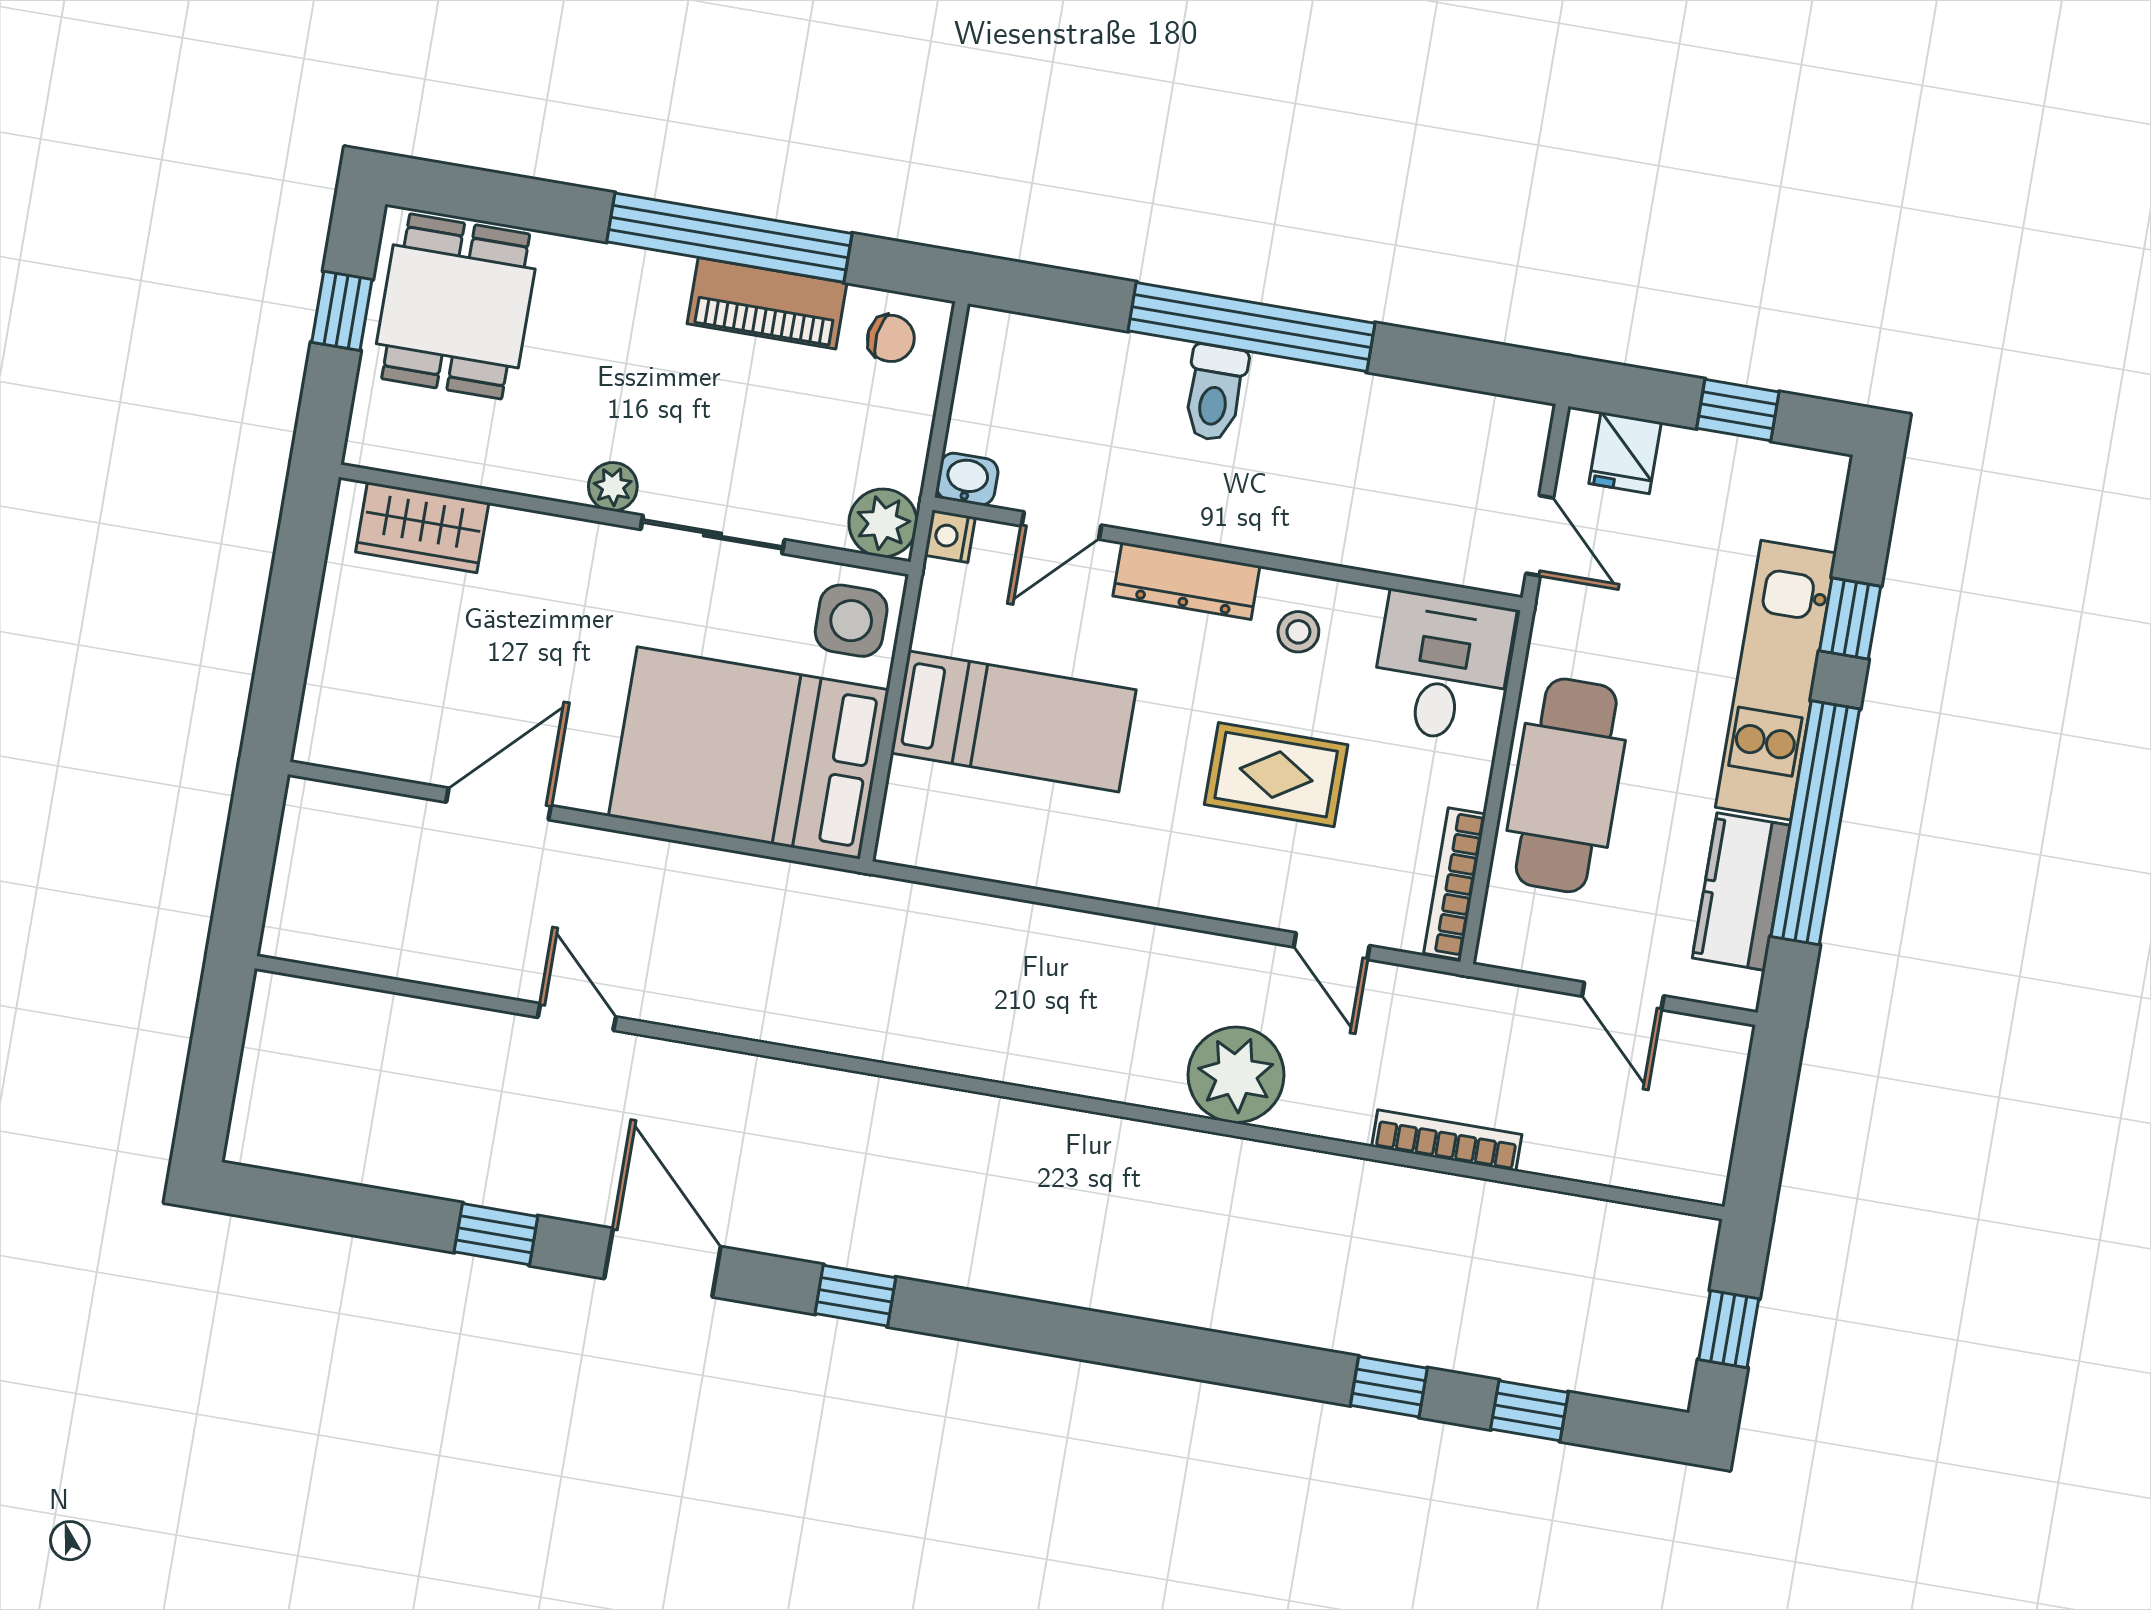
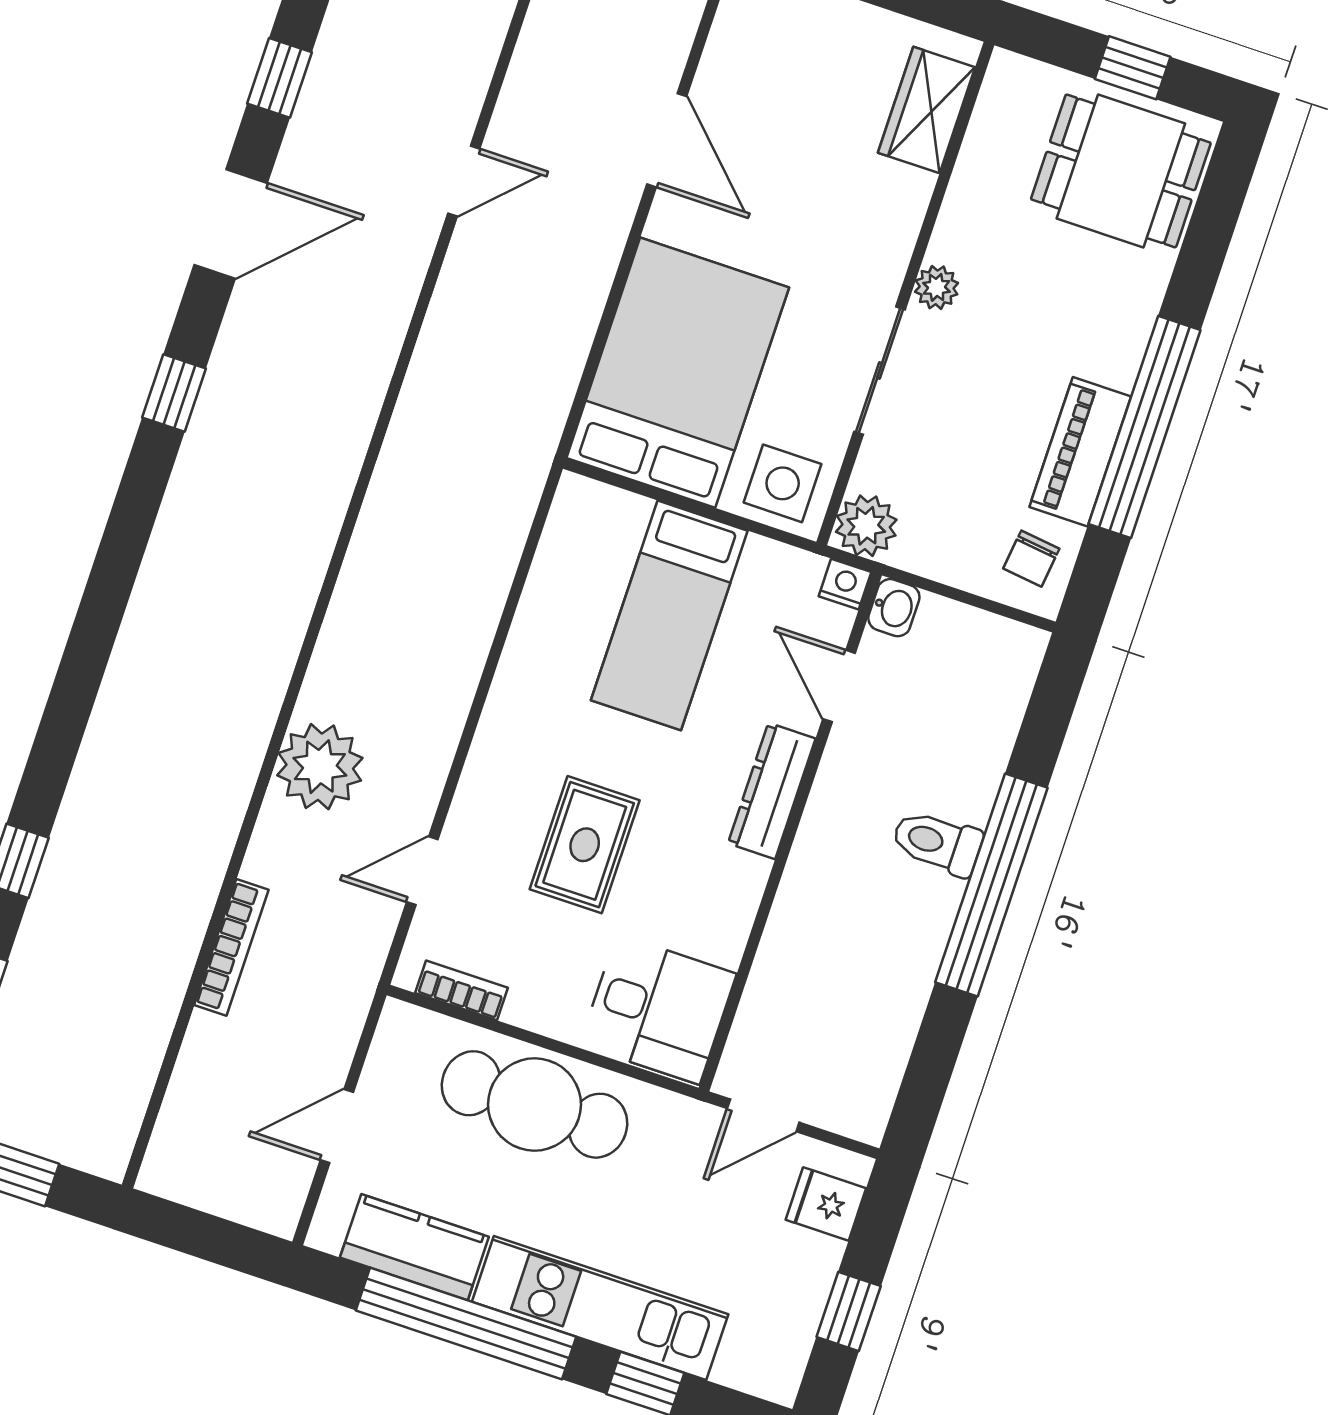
stool: (1298, 632) -> (710, 885), removed
bookcase: (1455, 884) -> (462, 990), width x0.64

